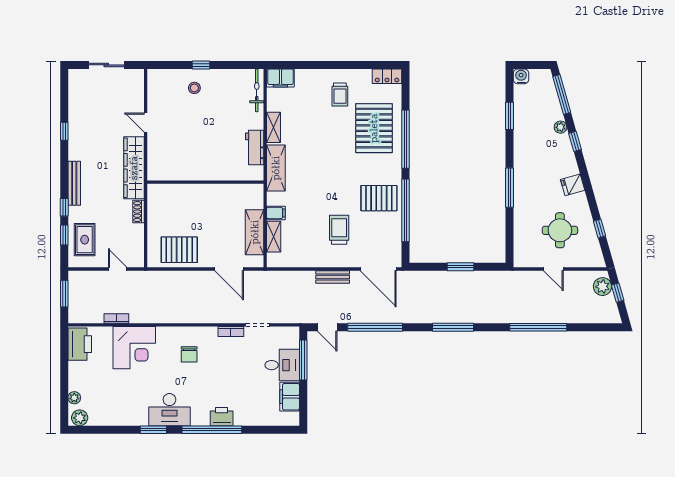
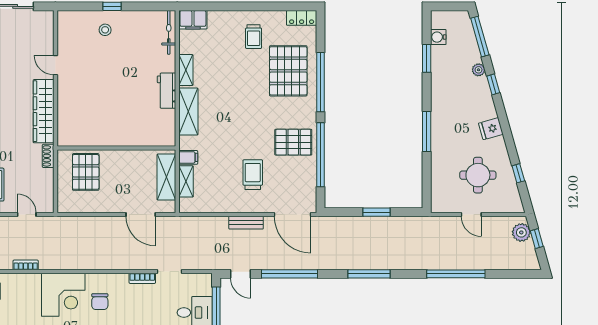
water cooler: (521, 76) -> (438, 37), moved, turned -90
wall: (205, 182) -> (116, 148), moved
pallet: (179, 250) -> (86, 172), moved, turned 90
corner desk: (134, 348) -> (63, 295), moved

